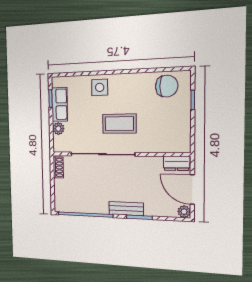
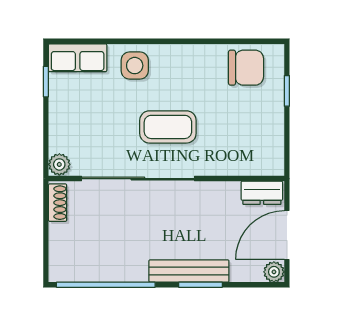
row of seats: (60, 104) -> (78, 58), moved, turned 90
plant: (58, 129) -> (59, 164), moved
door: (192, 190) -> (287, 235), hinge flipped
bench: (126, 209) -> (189, 271), width x1.36

